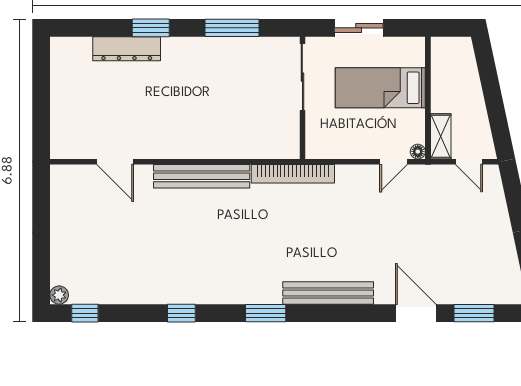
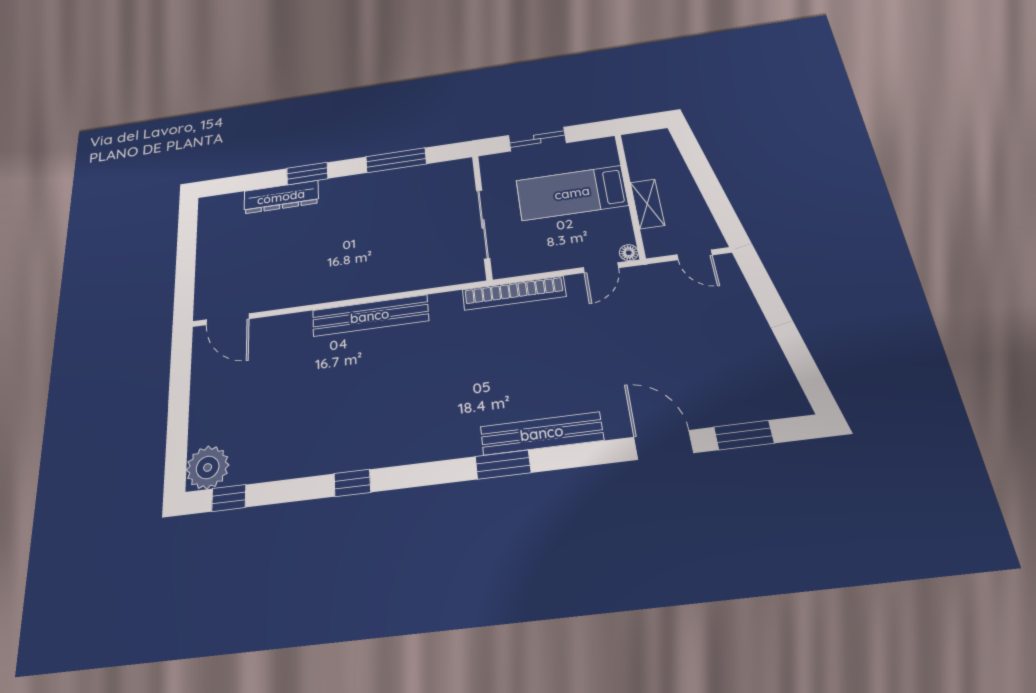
sliding door: (302, 77) -> (483, 224), moved
shelving: (441, 136) -> (647, 204), moved
door: (115, 162) -> (228, 319), moved
bookcase: (293, 174) -> (514, 293), moved
plant: (59, 295) -> (208, 467), width x1.88, depth x1.88
window: (266, 313) -> (503, 465), moved

